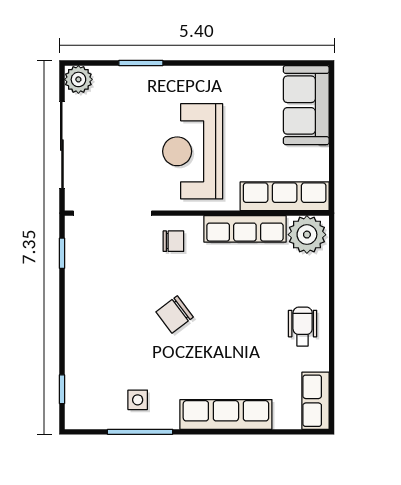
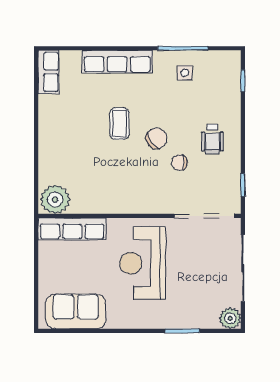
sofa: (306, 105) -> (76, 311), moved, turned -90
reception desk: (193, 151) -> (143, 263), turned 180
row of seats: (245, 229) -> (103, 204), removed
chair: (173, 241) -> (179, 163), moved
wheelchair: (303, 327) -> (212, 139), moved
coffee table: (223, 333) -> (120, 124), added

